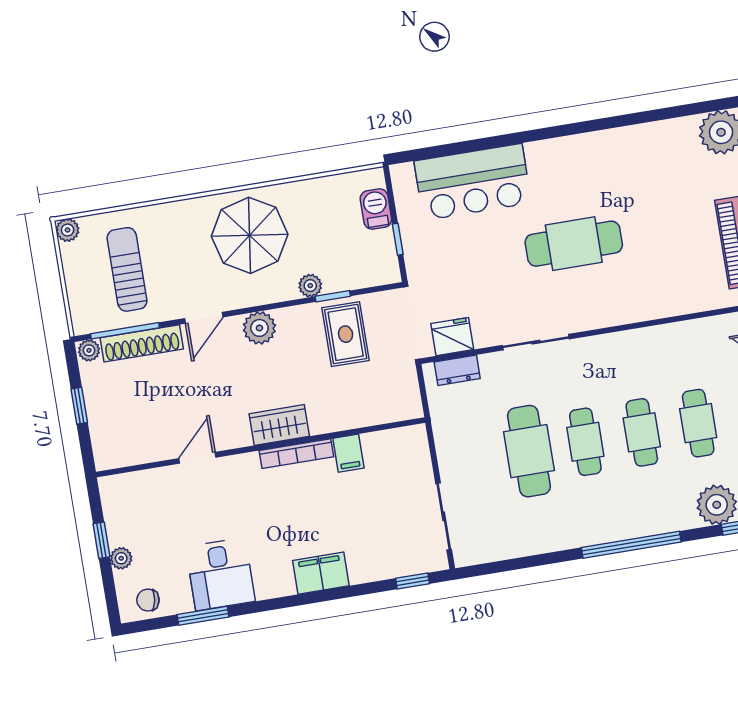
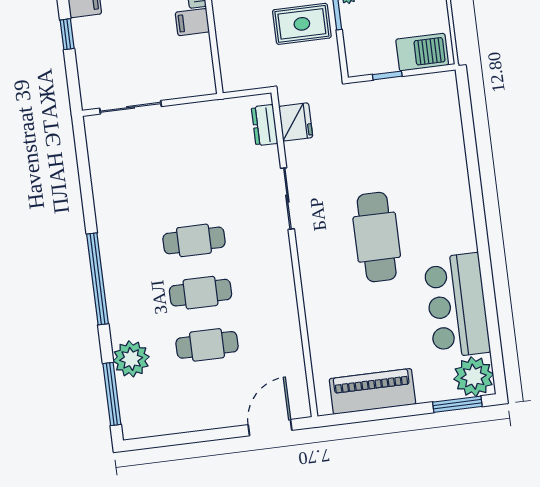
bar counter: (473, 182) -> (457, 306), moved
barbecue: (376, 209) -> (422, 52), width x1.38, depth x1.27
cafe table: (529, 451) -> (187, 188), removed
window: (413, 581) -> (67, 34), moved

